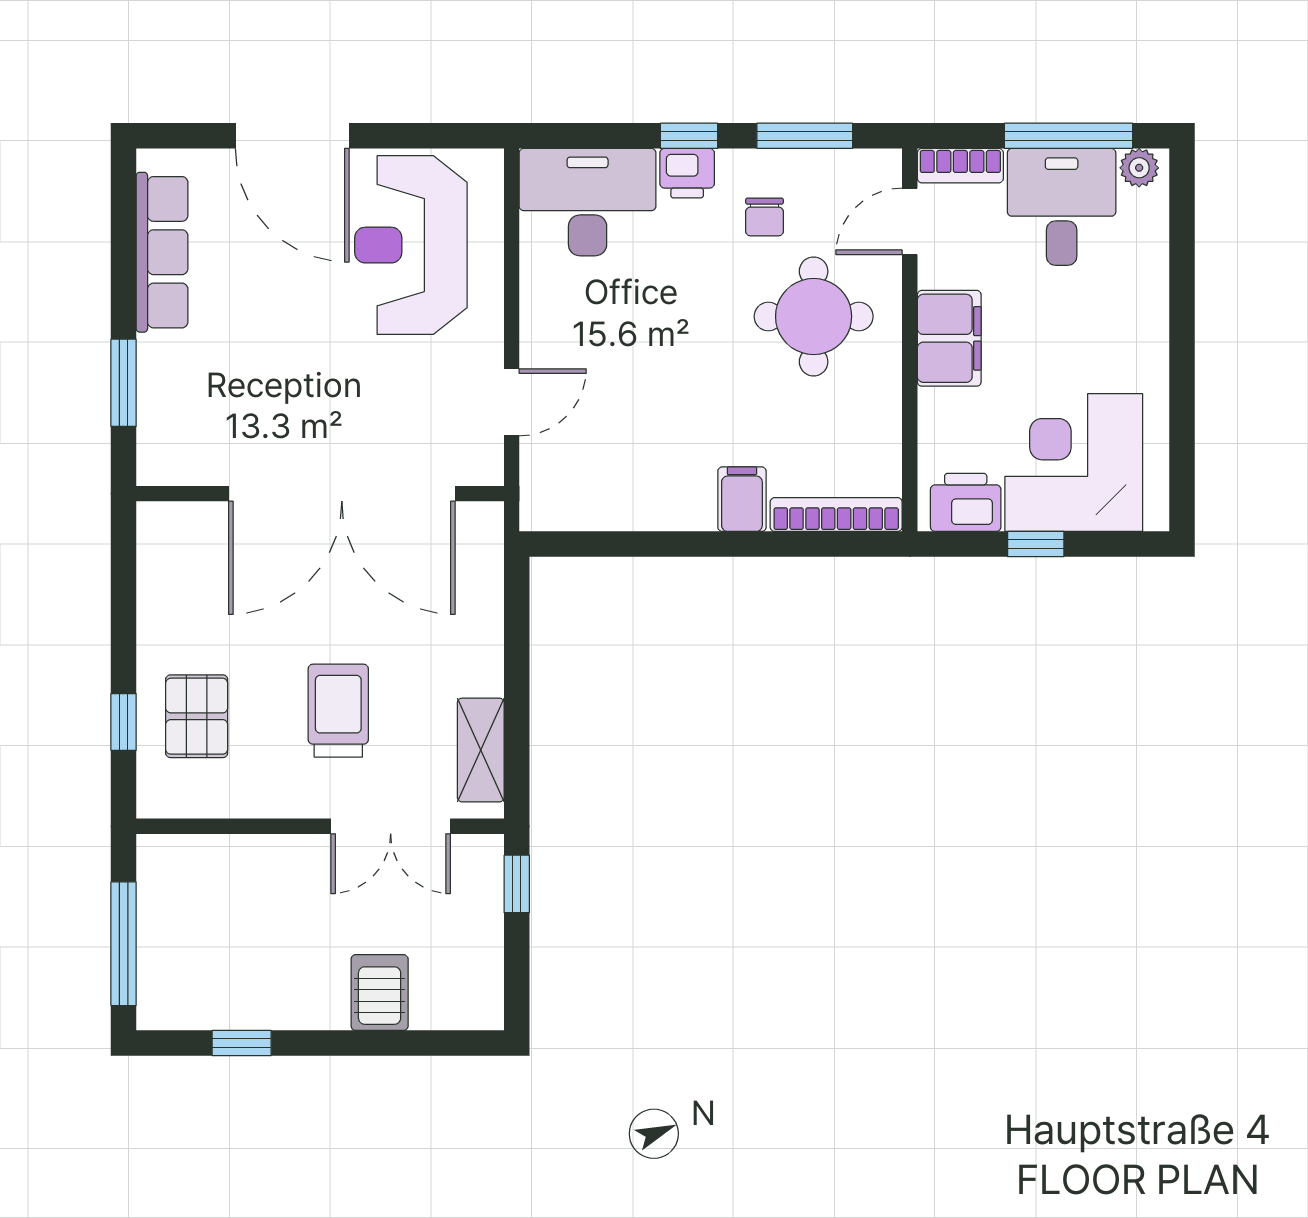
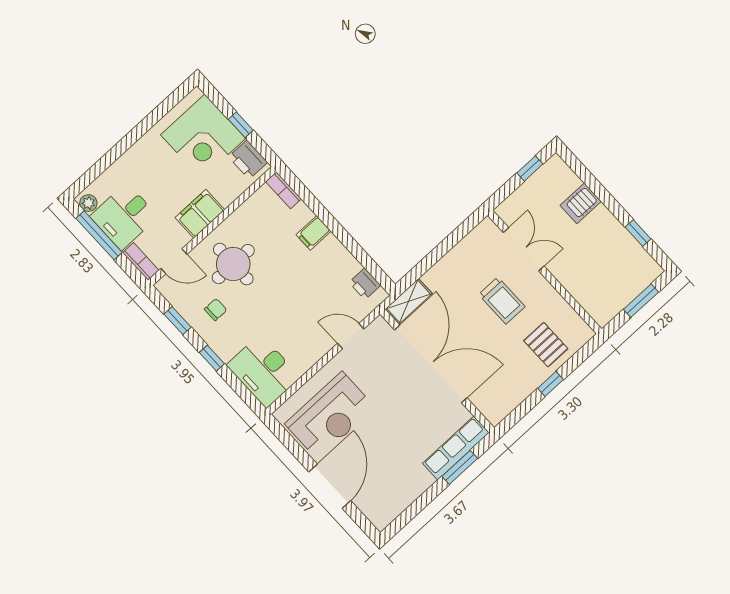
window: (805, 136) -> (177, 321), width x0.67
printer: (687, 173) -> (365, 284), moved, turned 180
row of seats: (162, 252) -> (456, 448), moved
bookcase: (836, 515) -> (283, 190), width x0.64
trolley: (338, 711) -> (502, 301), turned -90
pallet: (197, 716) -> (546, 345), turned 90
window: (124, 722) -> (550, 384), moved
shelving: (481, 750) -> (409, 301), moved
window: (517, 884) -> (530, 168), moved
window: (124, 944) -> (641, 301), width x0.69

